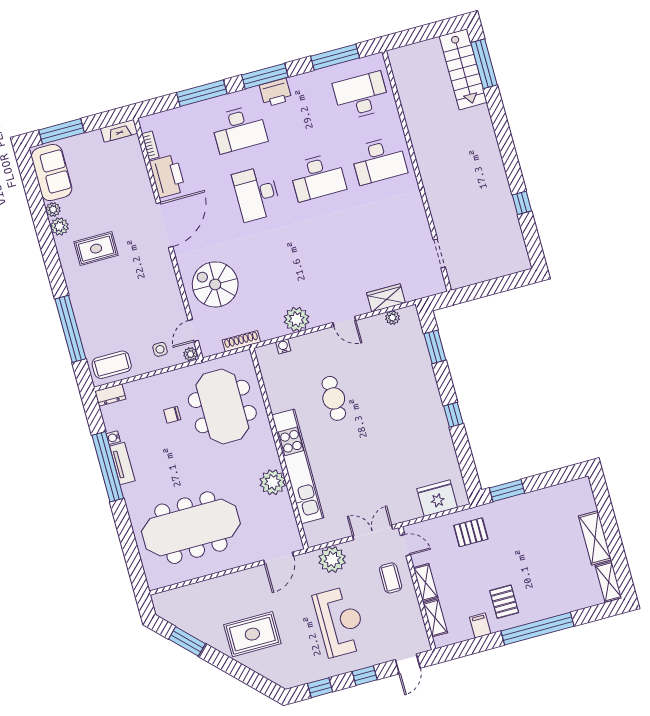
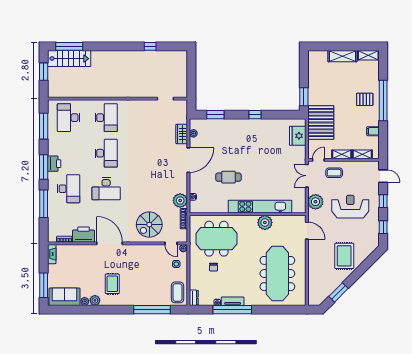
window: (429, 32) -> (44, 72), added
plant: (297, 319) -> (180, 200), moved
door: (344, 321) -> (188, 160), width x1.88
pallet: (471, 532) -> (321, 123), width x2.05, depth x2.00
pallet: (504, 602) -> (365, 99), moved

